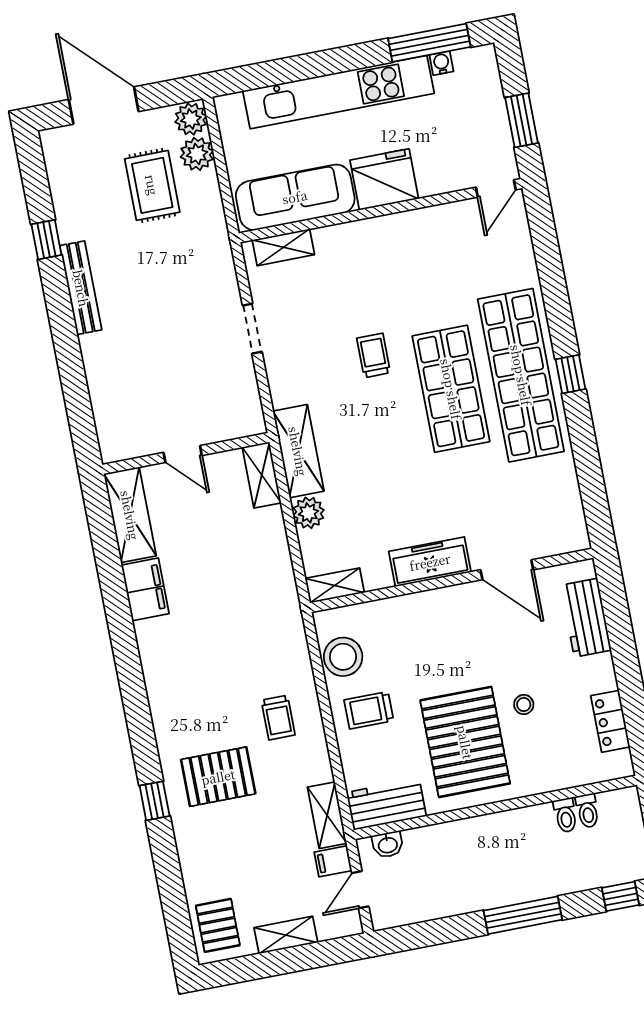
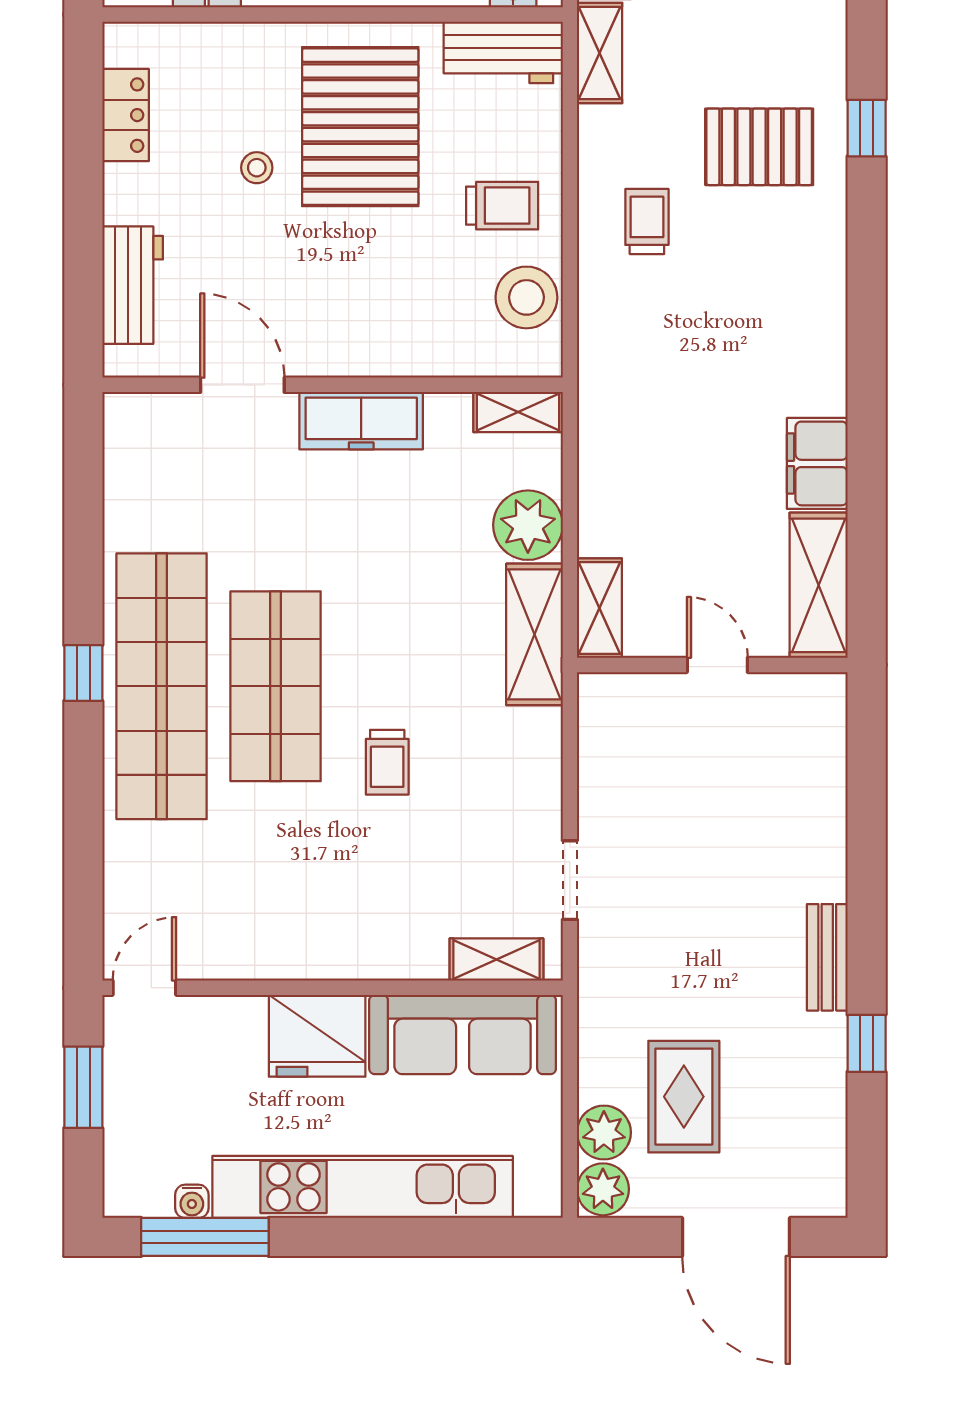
bench: (81, 288) -> (827, 957), width x0.73
doorway: (252, 329) -> (570, 880), moved
plant: (308, 513) -> (528, 525), width x1.36, depth x1.36

